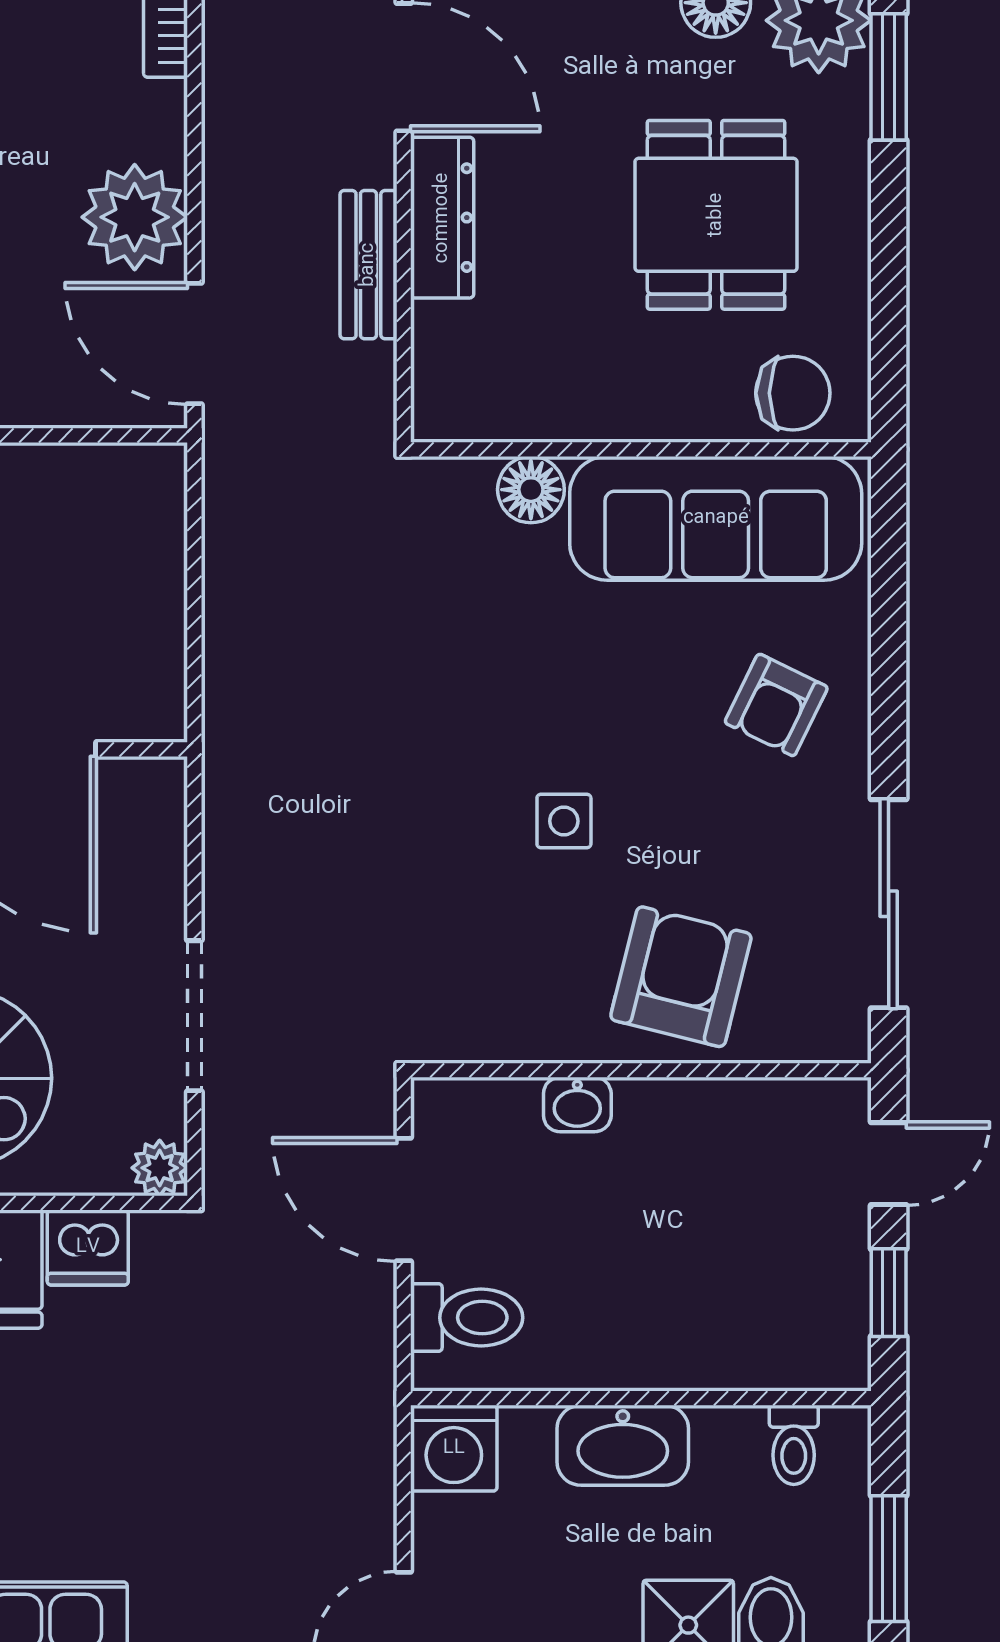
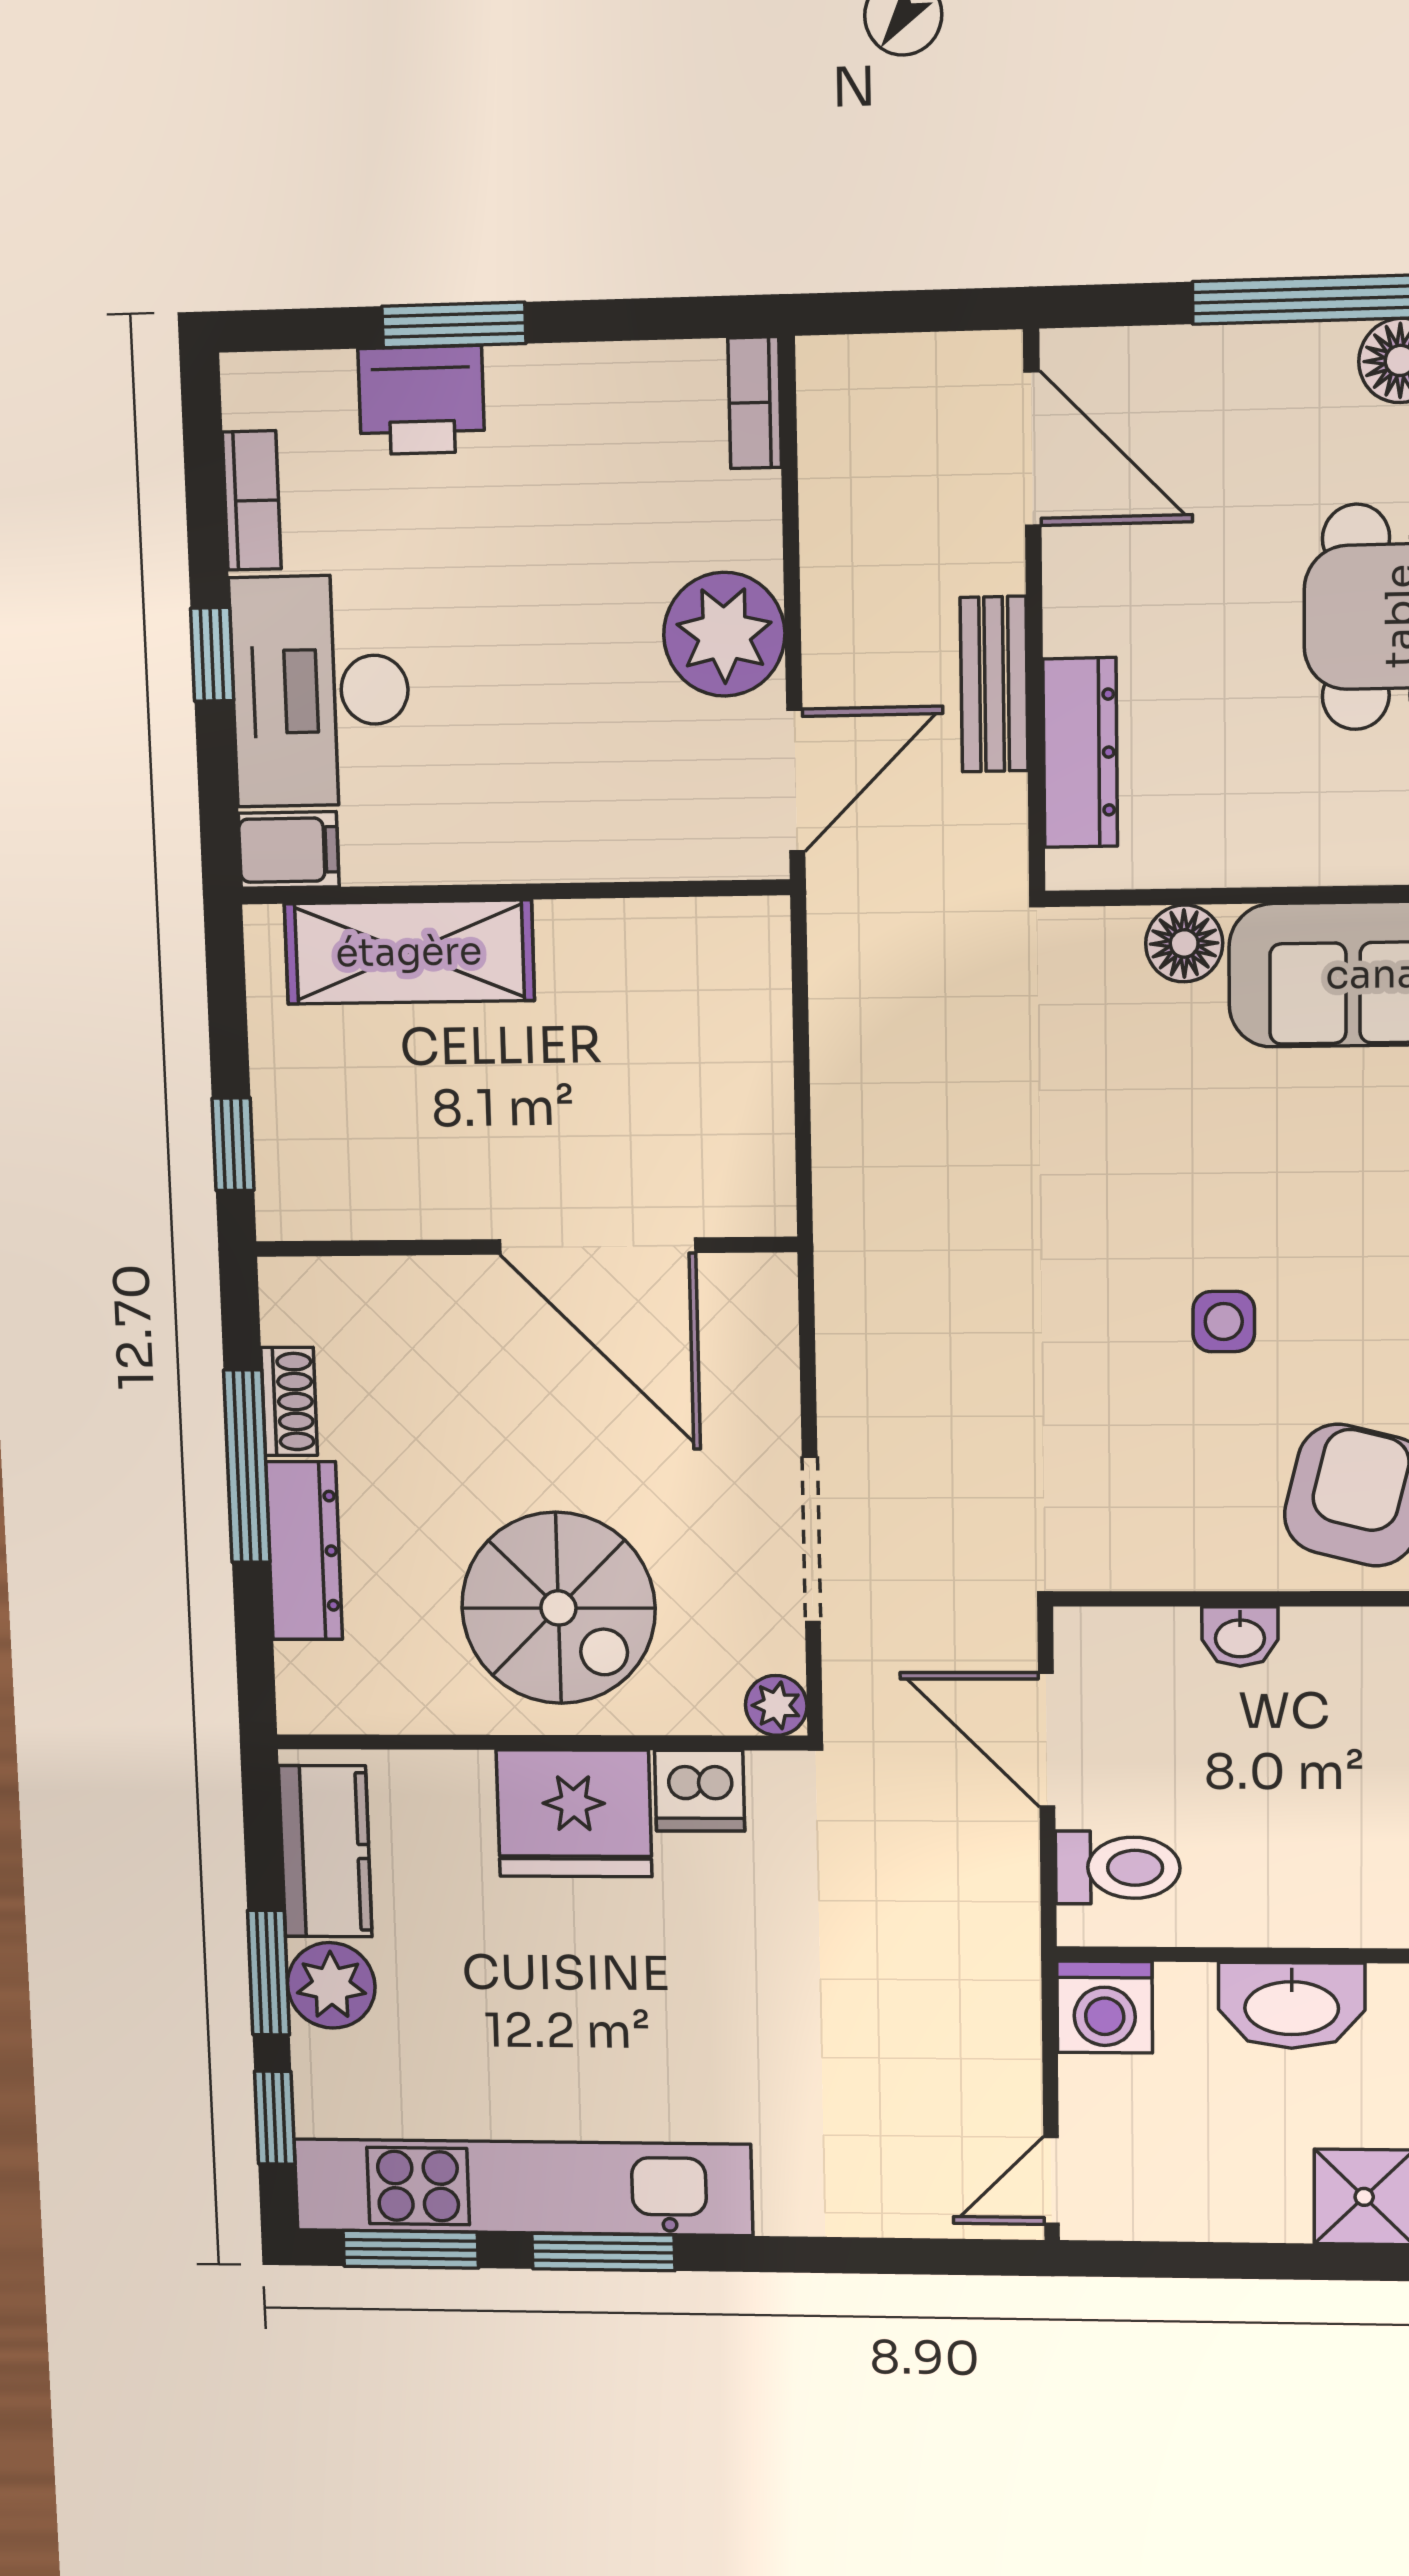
dresser: (442, 218) -> (1080, 753), moved
door: (194, 343) -> (796, 781), swing flipped

